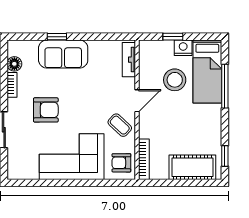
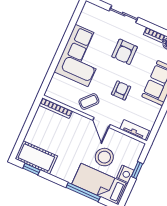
armchair: (121, 163) -> (121, 90), moved
cot: (192, 167) -> (36, 157), moved, turned 90

